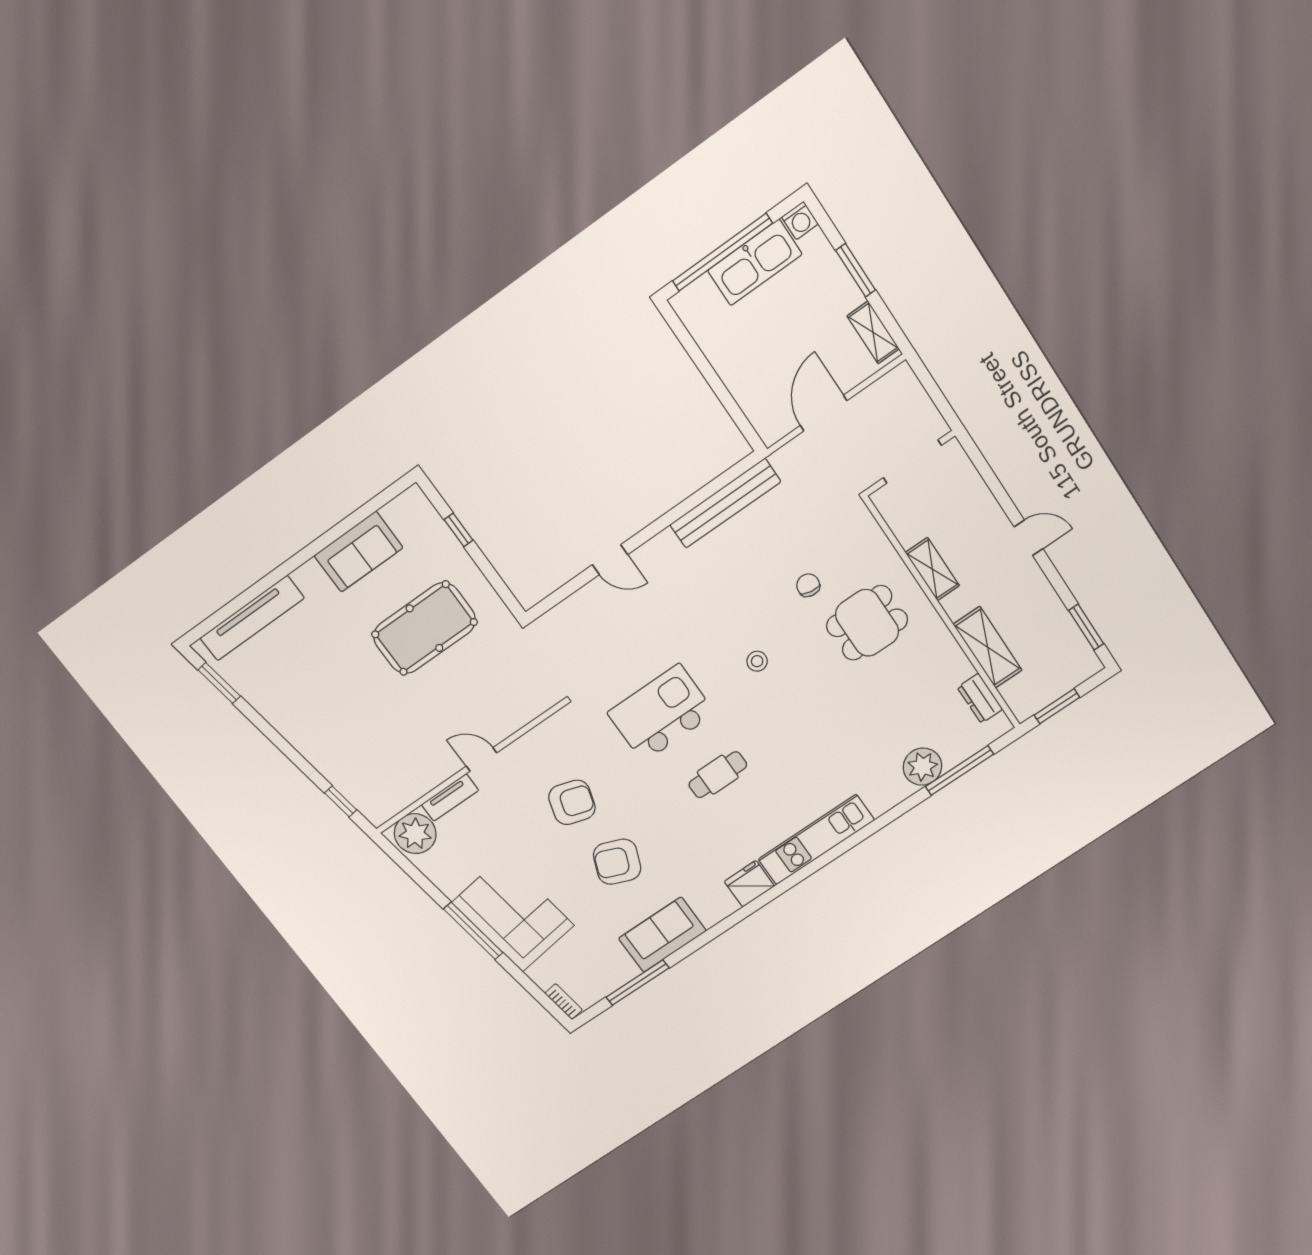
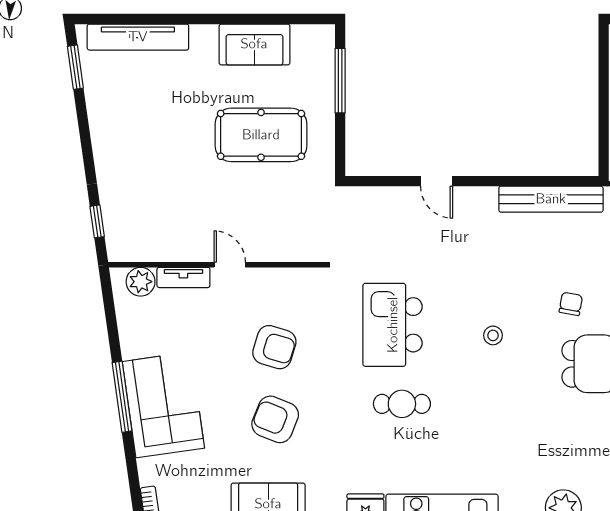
window: (458, 530) -> (340, 81), width x2.17
kitchen island: (661, 713) -> (393, 325), turned -90
plant: (415, 834) -> (141, 282), width x0.73, depth x0.73

